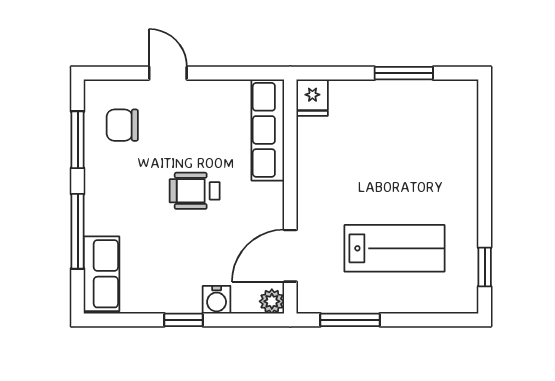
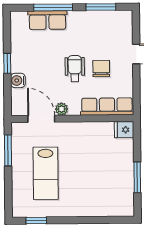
chair: (122, 125) -> (101, 69), moved
row of seats: (102, 274) -> (47, 20), moved
plant: (272, 301) -> (62, 109), moved

